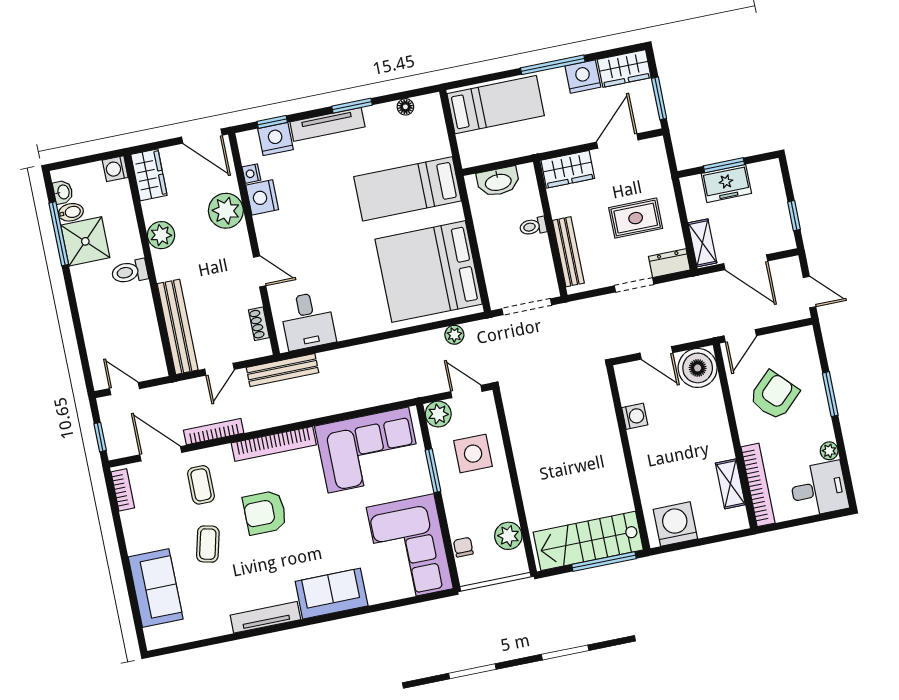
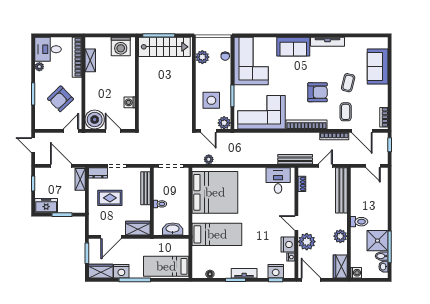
tv unit: (327, 124) -> (244, 273), width x0.71
freezer: (726, 183) -> (46, 206), moved
door: (260, 271) -> (296, 223), moved

